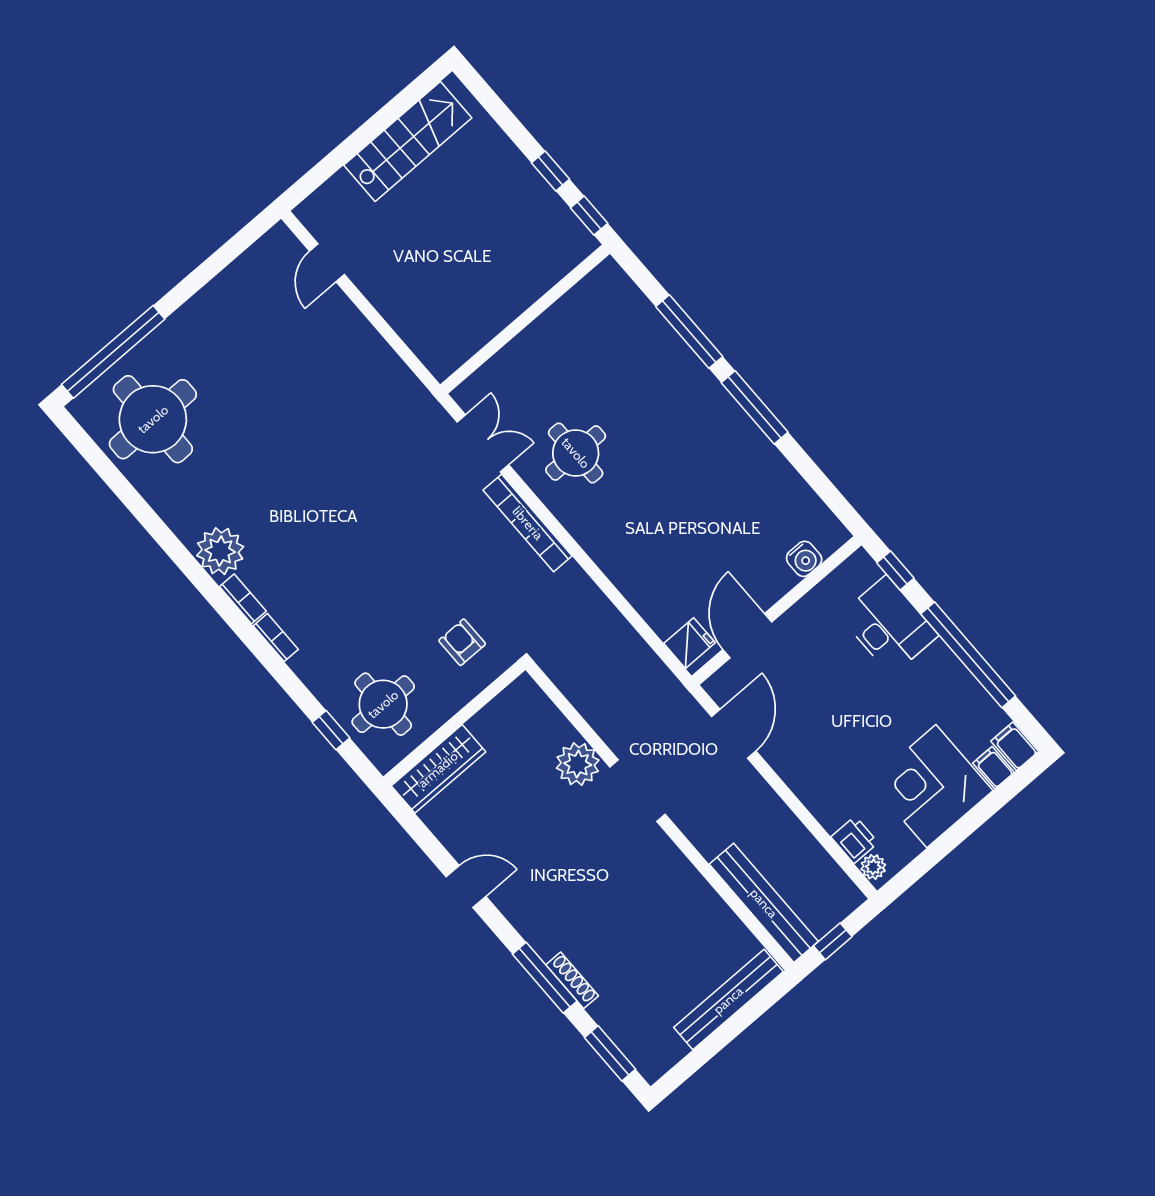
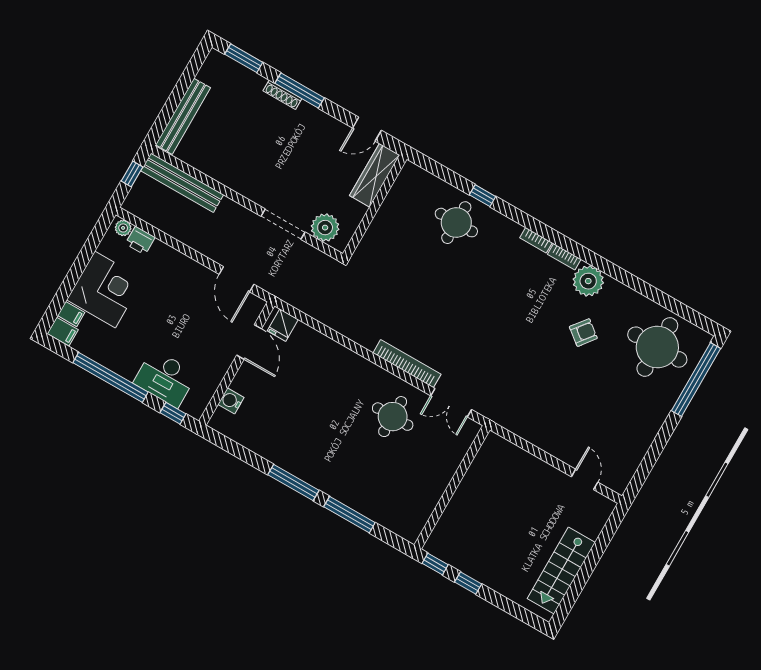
armchair: (462, 642) -> (583, 333), moved, turned -52
wall: (454, 723) -> (375, 206), moved
wardrobe: (438, 769) -> (375, 175), moved

